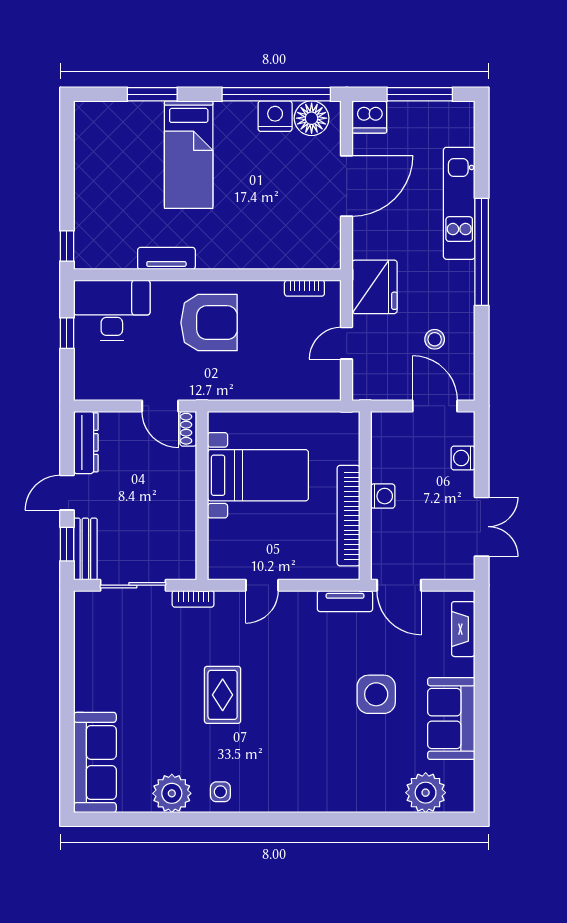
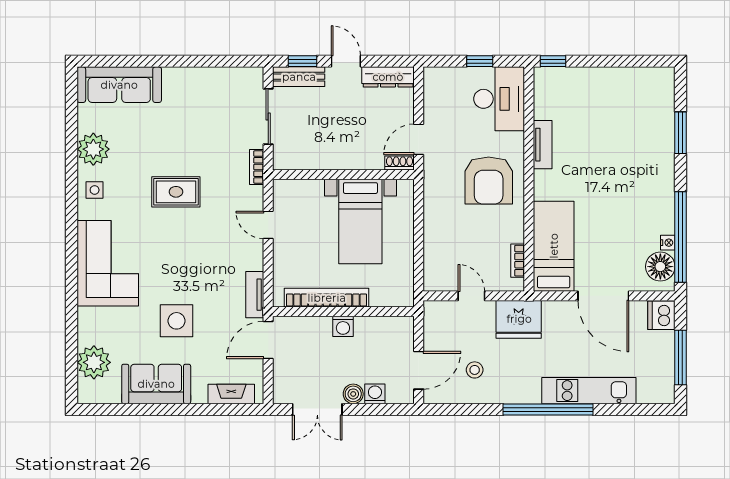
nightstand: (275, 116) -> (668, 243), width x0.53, depth x0.56
bed: (189, 155) -> (554, 246), moved, turned 90
boiler: (463, 484) -> (353, 394), added
corner sofa: (308, 776) -> (108, 263), added

